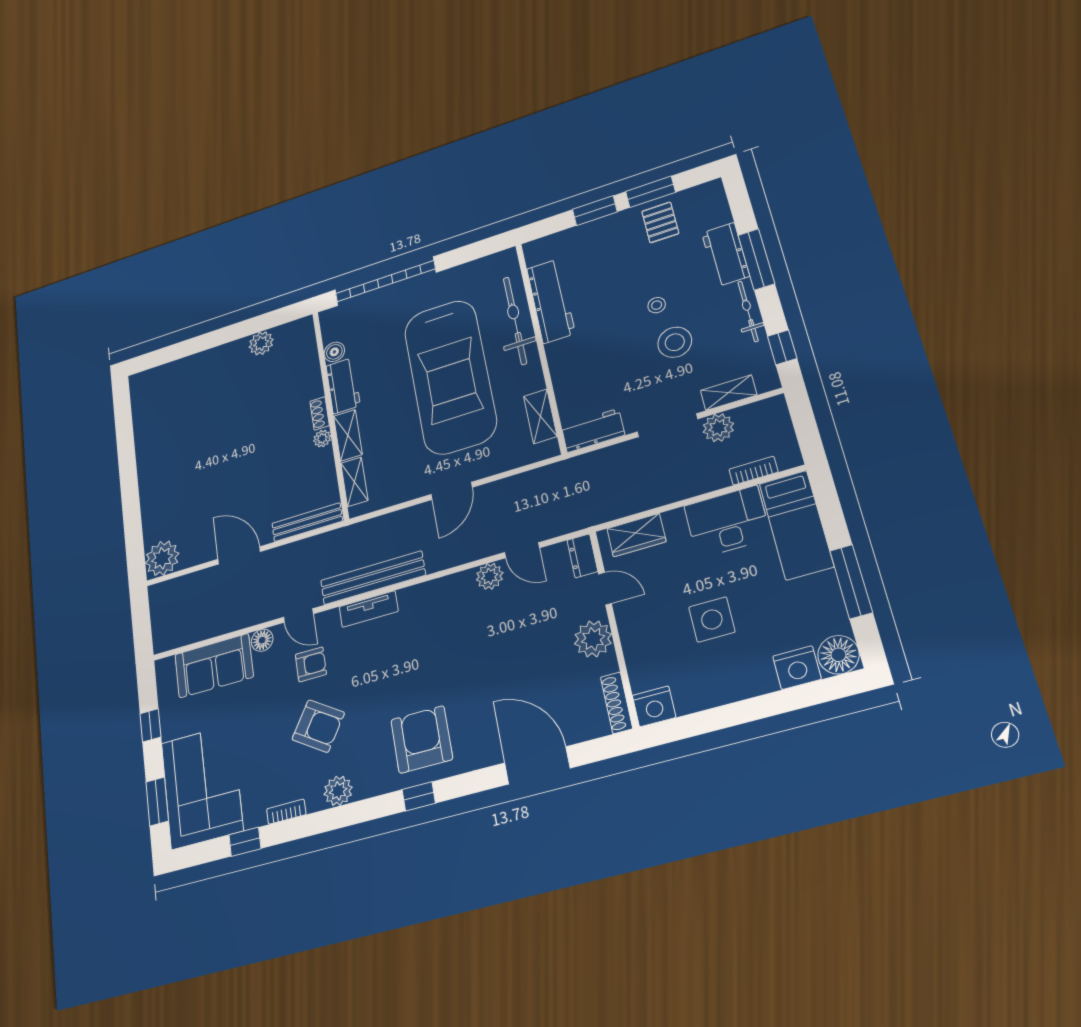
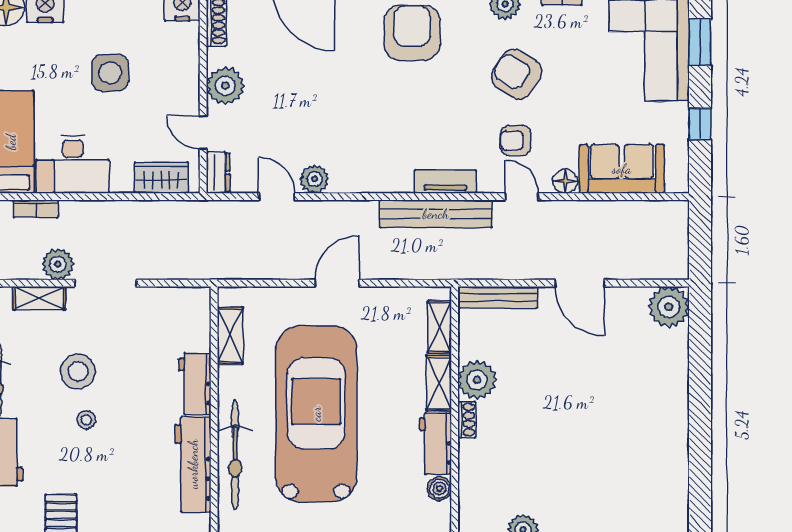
workbench: (593, 430) -> (195, 384), moved, turned 90
plant: (322, 438) -> (477, 380), width x1.88, depth x1.88
armchair: (422, 739) -> (412, 33), turned 180

